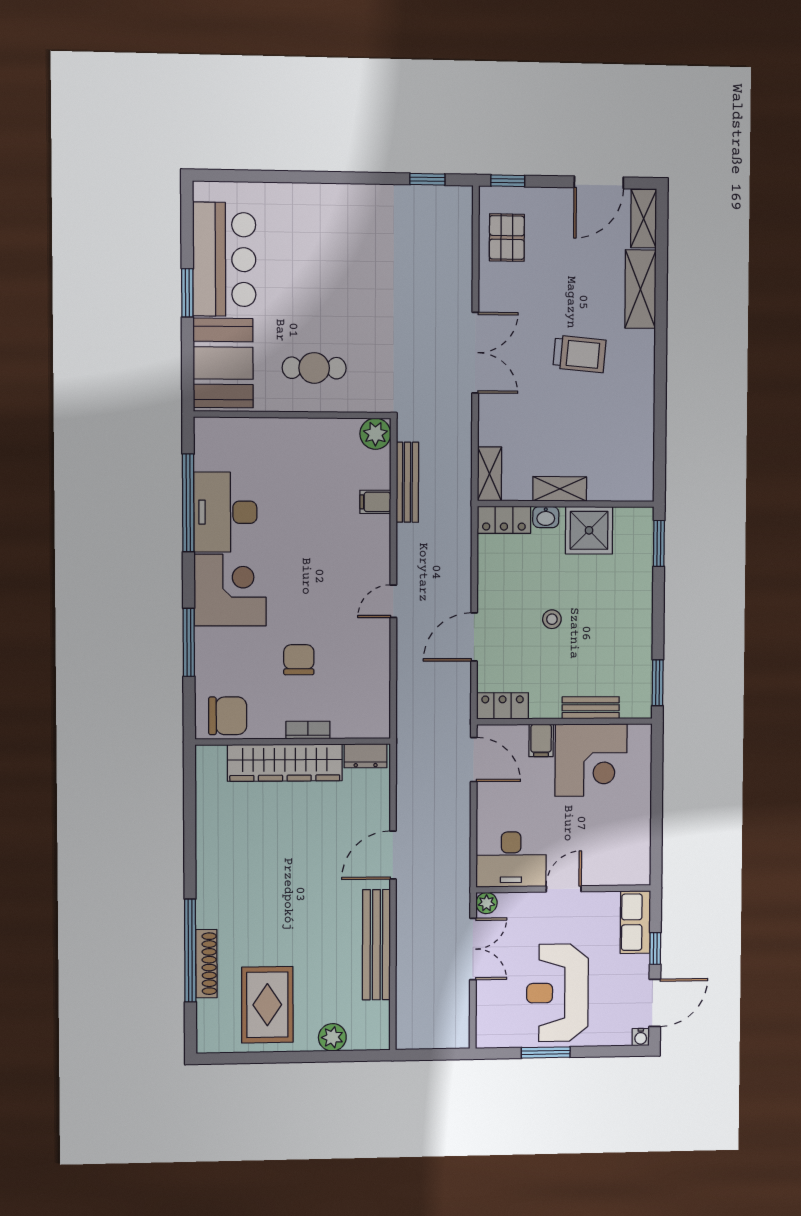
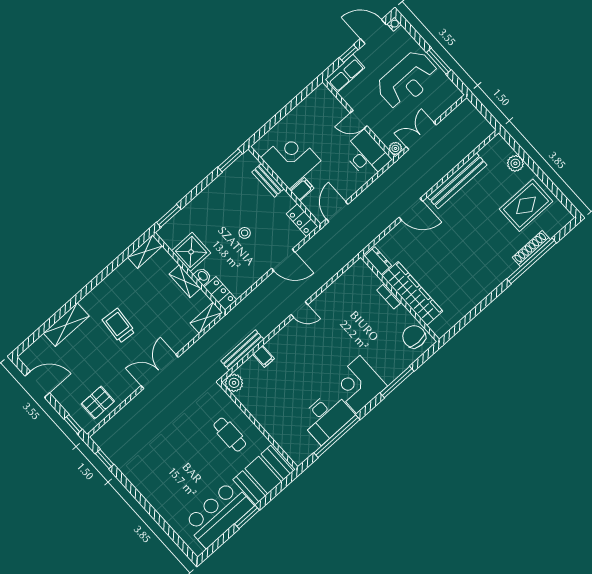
shelving: (644, 219) -> (145, 252), moved
chair: (299, 660) -> (362, 328), removed

